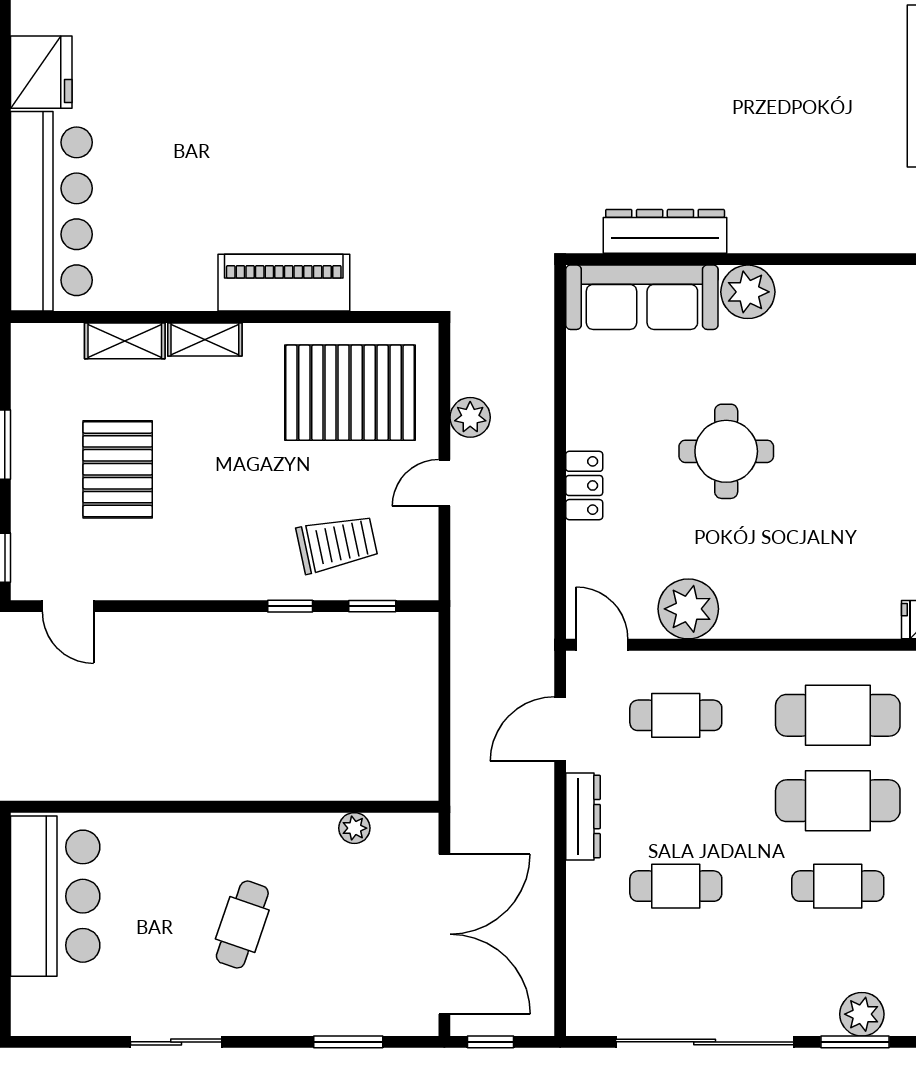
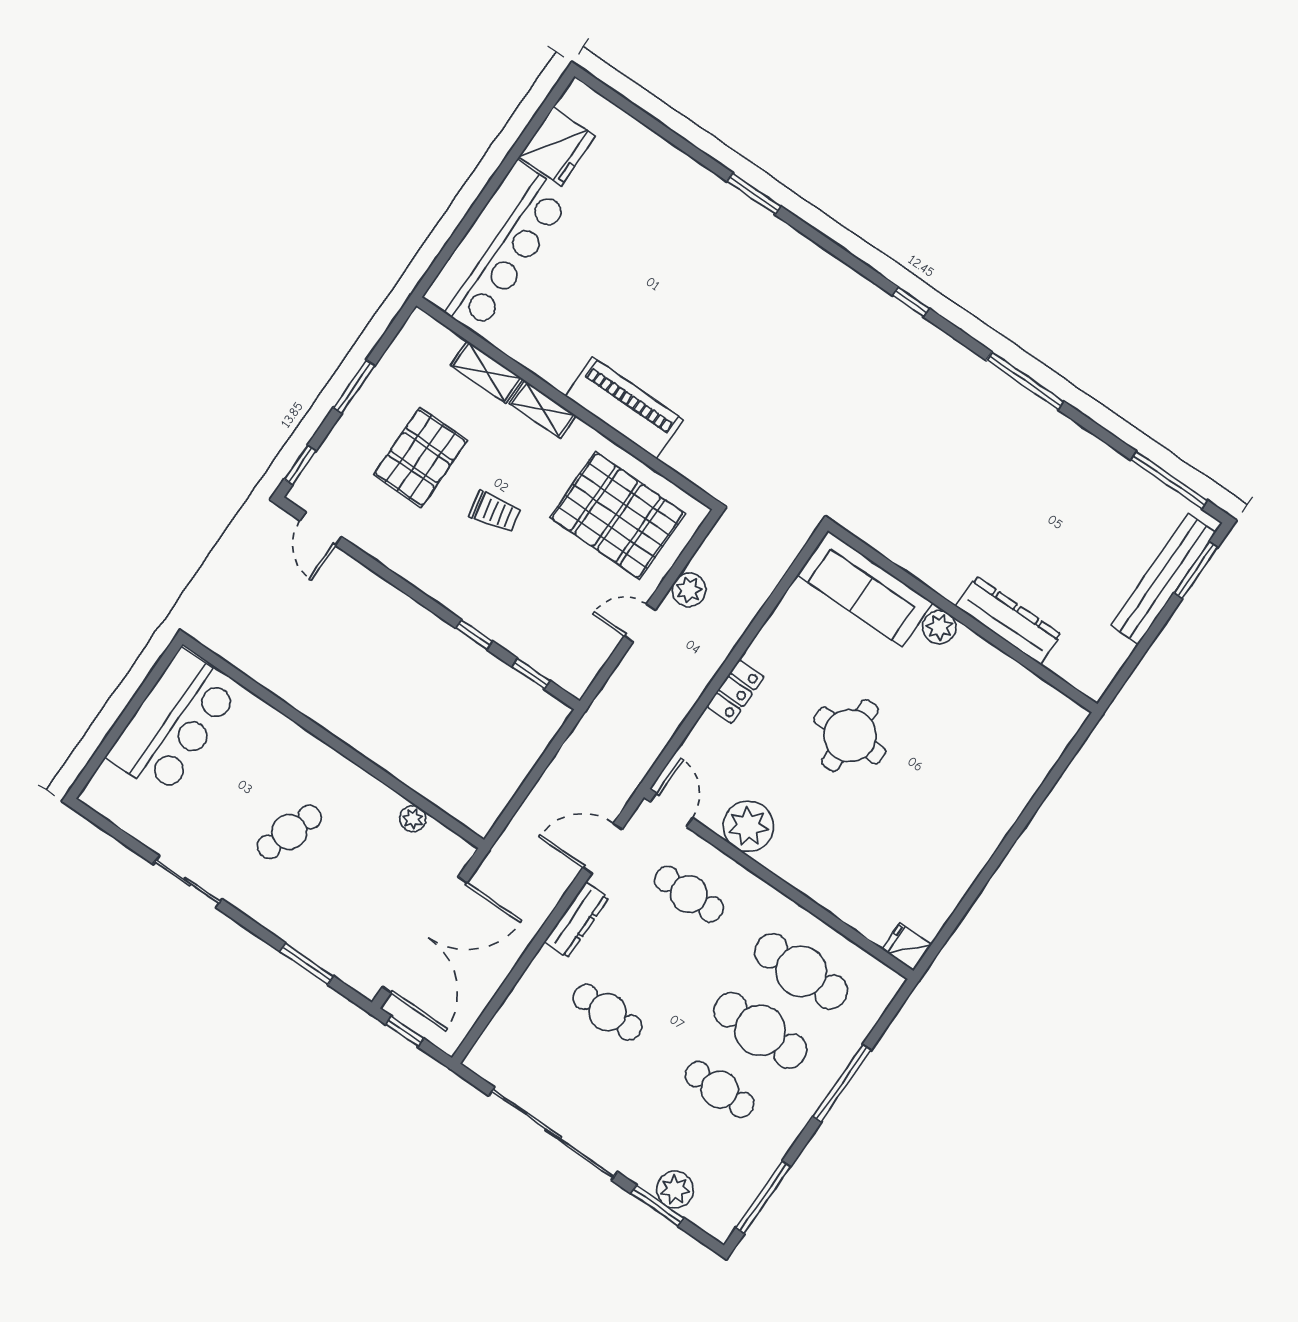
dresser: (665, 231) -> (1008, 620), moved
plant: (748, 292) -> (939, 627), width x0.73, depth x0.73
trolley: (337, 544) -> (495, 512), moved, width x0.73, depth x0.72

